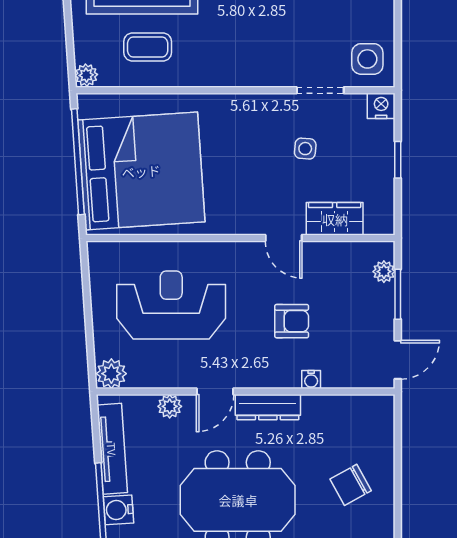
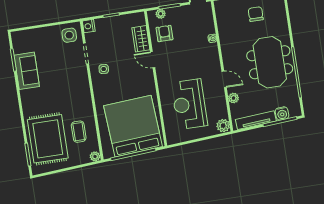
side table: (305, 149) -> (104, 69), moved
door: (284, 238) -> (153, 60), swing flipped
armchair: (292, 321) -> (164, 34), moved
dresser: (268, 407) -> (227, 55), removed
chair: (351, 485) -> (256, 14), turned -151

